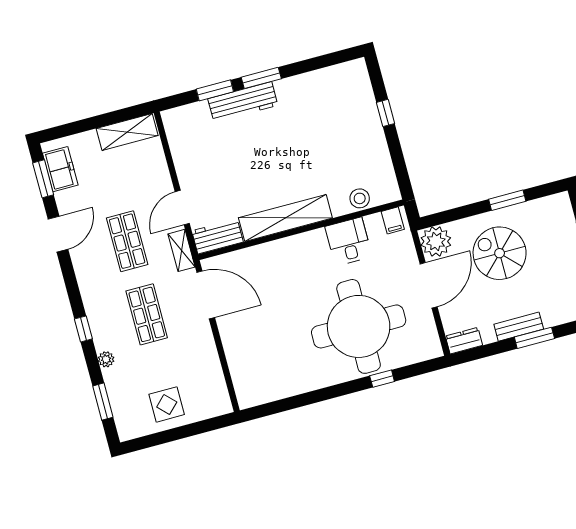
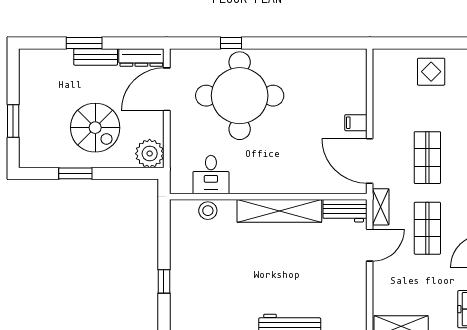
filing cabinet: (393, 220) -> (356, 123), moved, turned -90
desk: (348, 242) -> (211, 175), moved
door: (429, 285) -> (167, 89), moved
dresser: (464, 341) -> (141, 57), width x1.44

